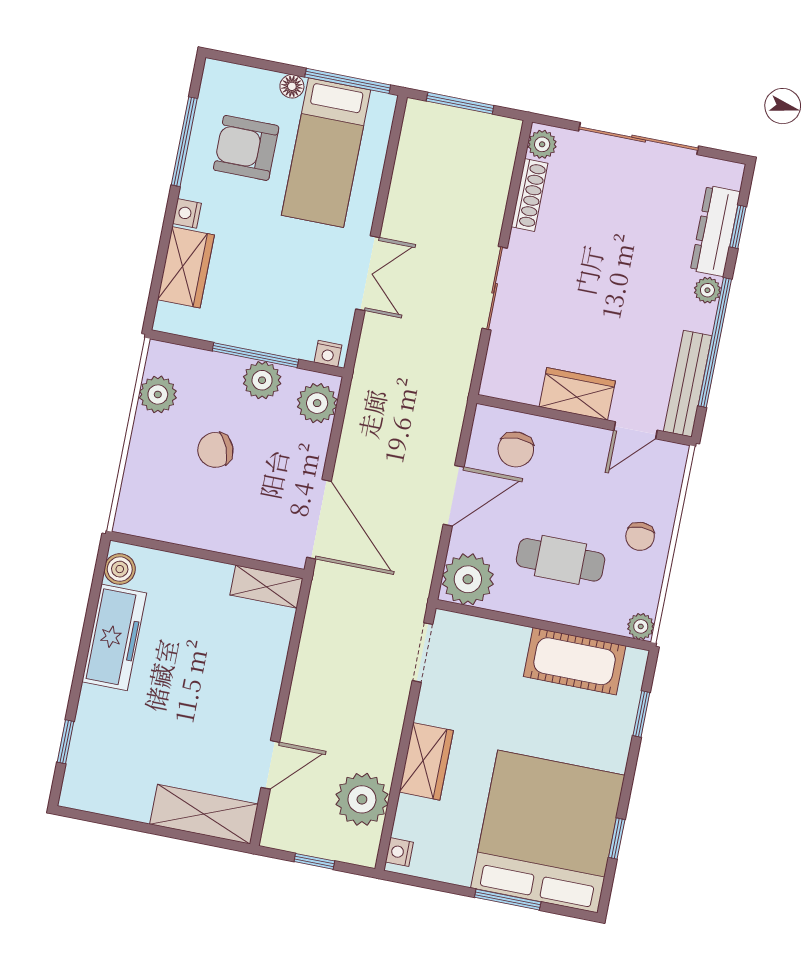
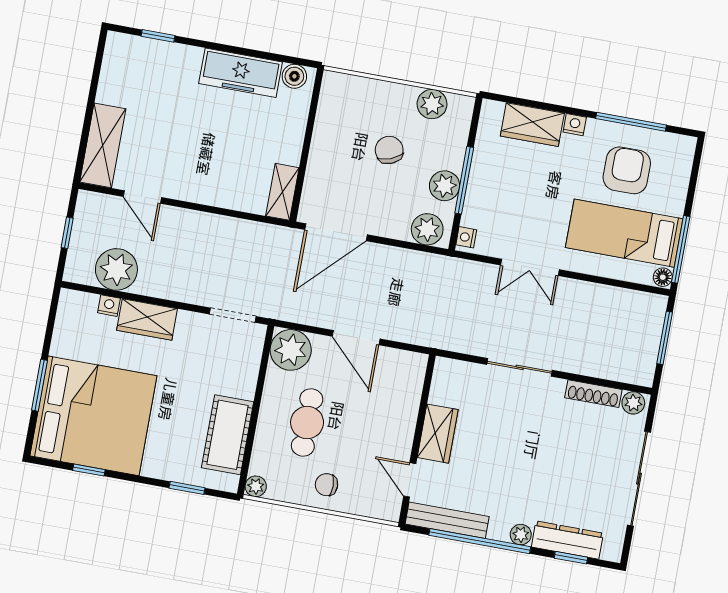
floor lamp: (292, 86) -> (663, 277), moved
chair: (516, 449) -> (393, 386), removed
nightstand: (399, 852) -> (109, 306), moved

